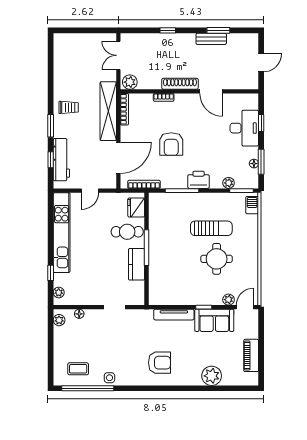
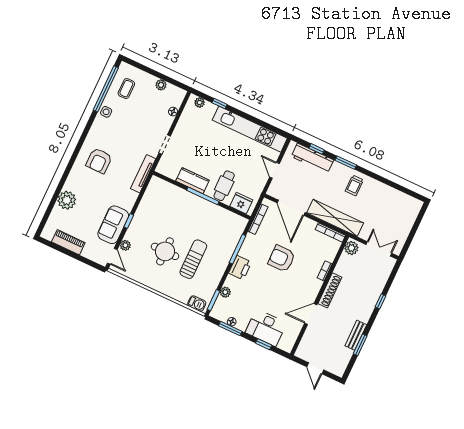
sun lounger: (211, 228) -> (193, 259), turned 180
tv unit: (174, 315) -> (143, 174), moved
plant: (59, 320) -> (161, 85), moved

